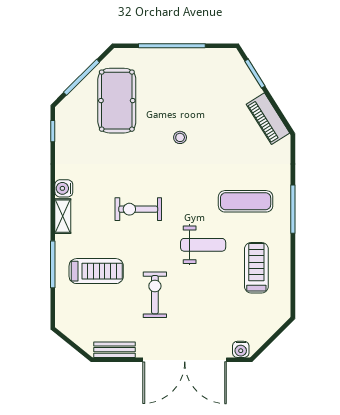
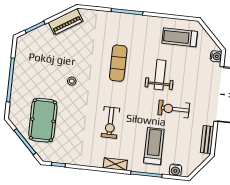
pool table: (117, 101) -> (43, 120), turned 90
water cooler: (64, 188) -> (175, 170), moved
exercise mat: (246, 201) -> (118, 63), moved
exercise bike: (138, 209) -> (110, 122), moved
weight bench: (203, 245) -> (160, 75), moved
treadmill: (256, 268) -> (180, 37), moved

